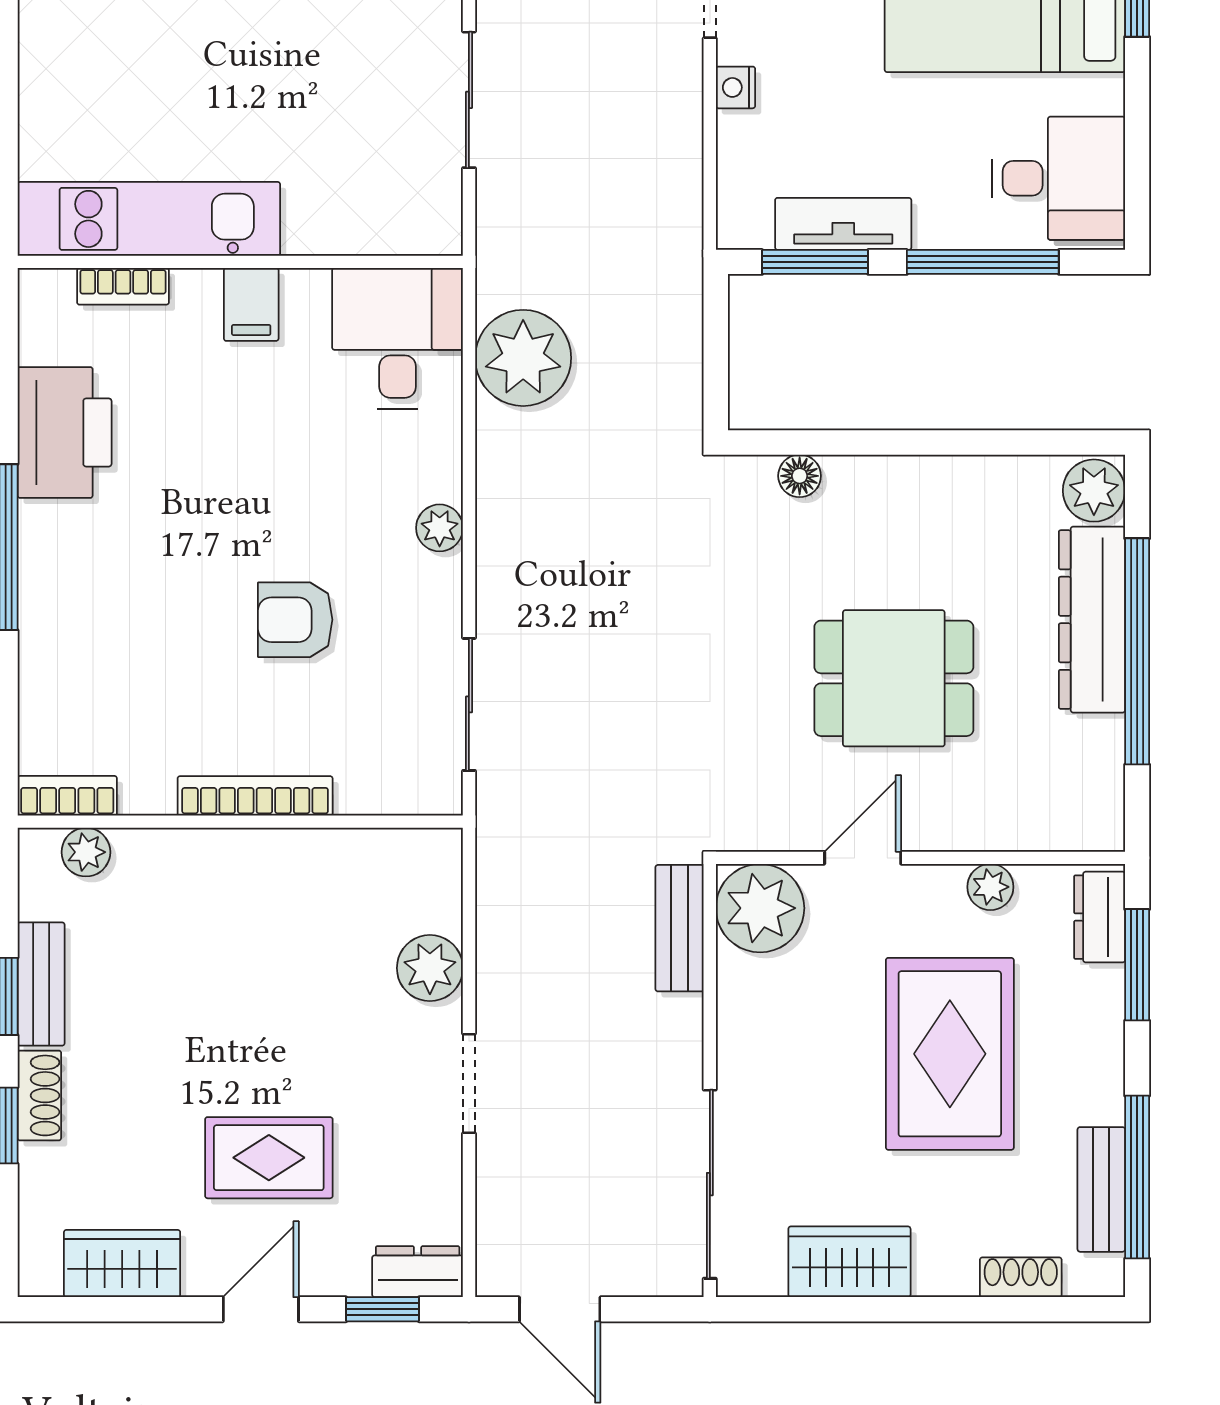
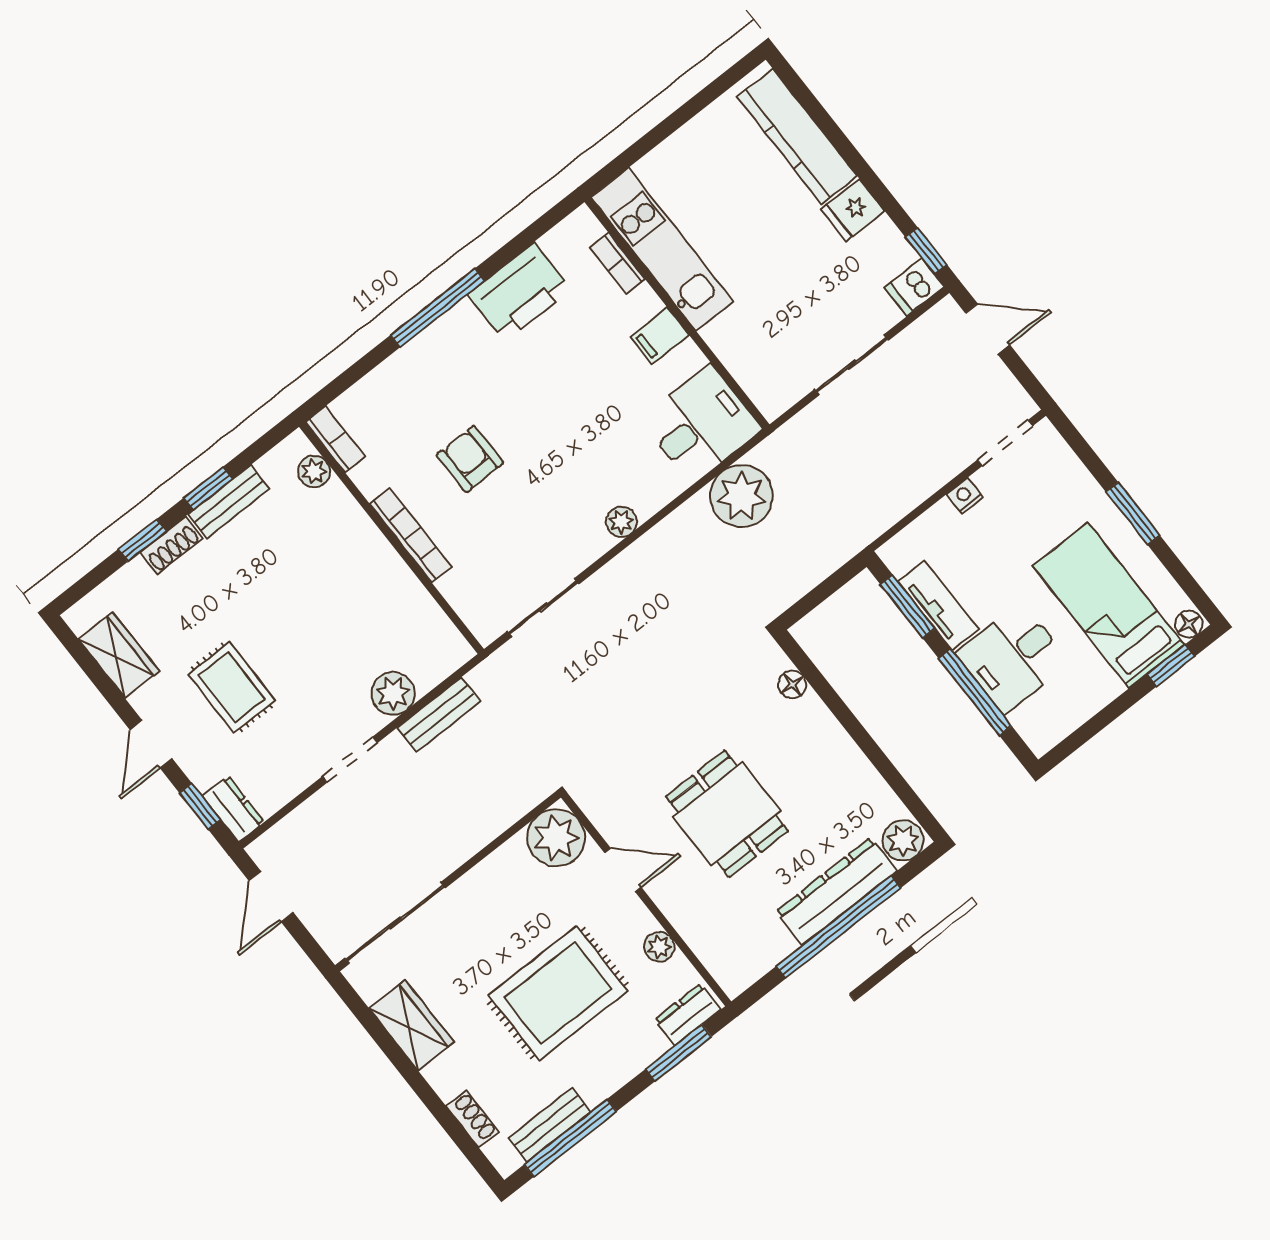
desk: (1059, 178) -> (1013, 658), moved, turned 90
armchair: (295, 620) -> (470, 459), moved
bench: (680, 928) -> (439, 714), moved
door: (261, 1309) -> (151, 744), swing flipped

